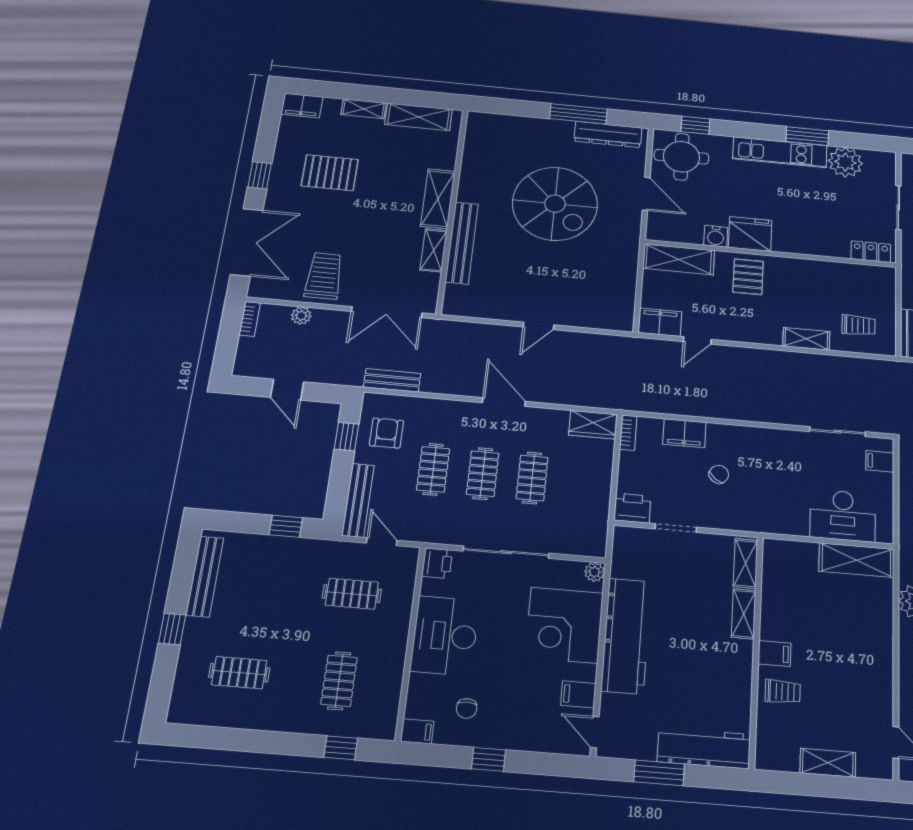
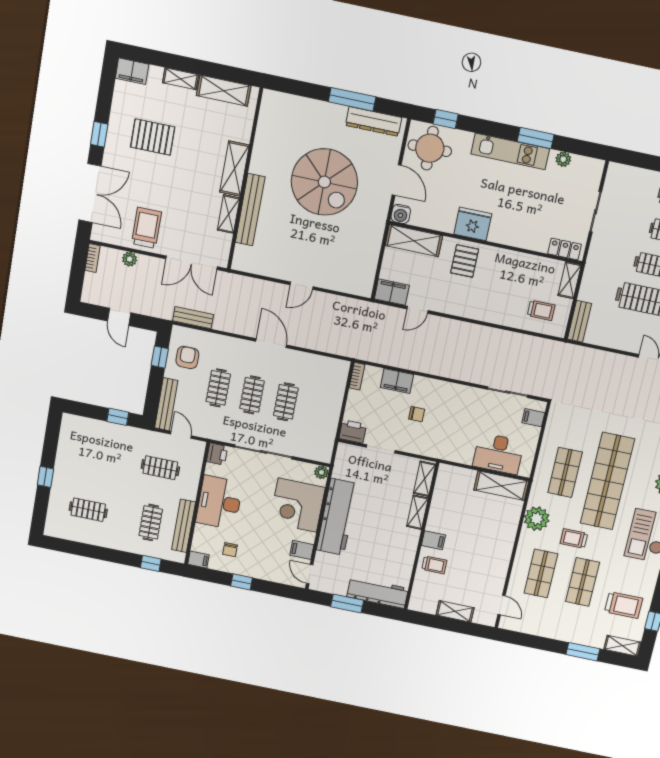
plant: (845, 162) -> (563, 159), width x0.53, depth x0.53
water cooler: (716, 236) -> (401, 214), moved
shelving: (806, 339) -> (570, 280), moved, turned 90
wardrobe: (593, 425) -> (333, 367), removed
chair: (719, 474) -> (417, 414), turned 52
bench: (205, 576) -> (183, 526), moved

